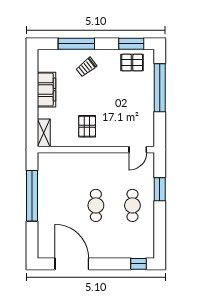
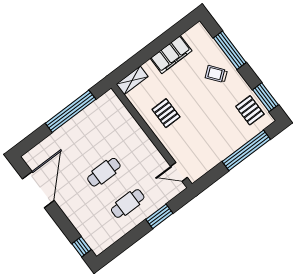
pallet: (87, 126) -> (166, 113), turned 90

